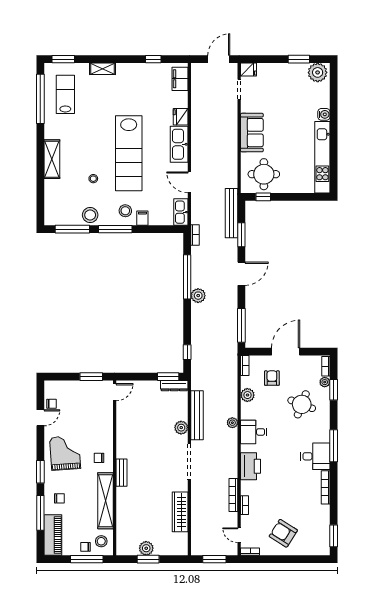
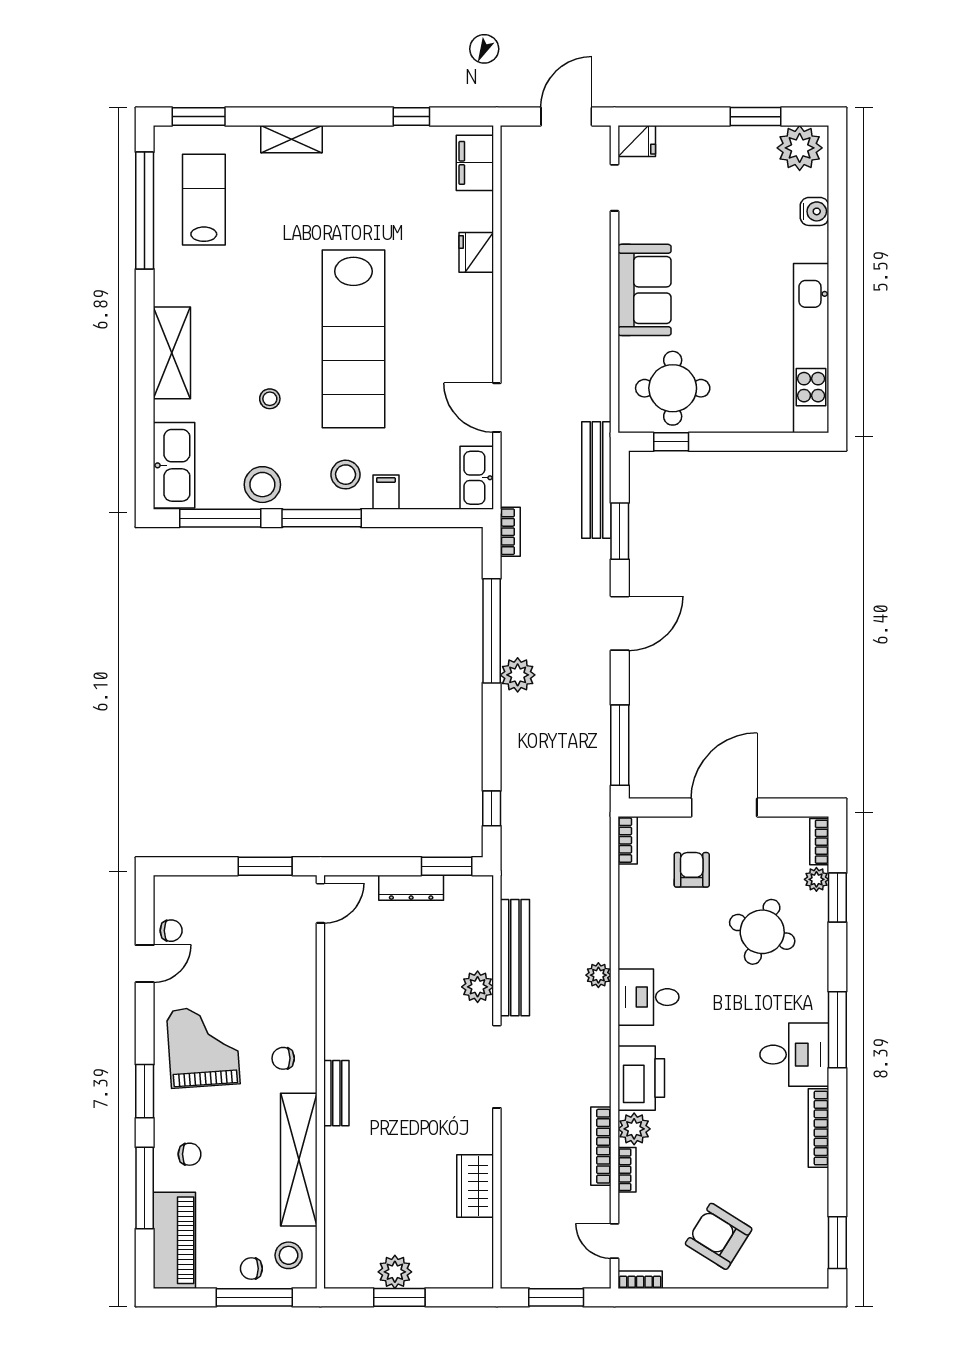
water cooler: (324, 114) -> (814, 211), moved
kitchen sink: (179, 144) -> (174, 465), moved, turned 180
dresser: (174, 386) -> (411, 888), moved
plant: (247, 395) -> (634, 1129), moved
wardrobe: (180, 512) -> (475, 1186), width x0.67

